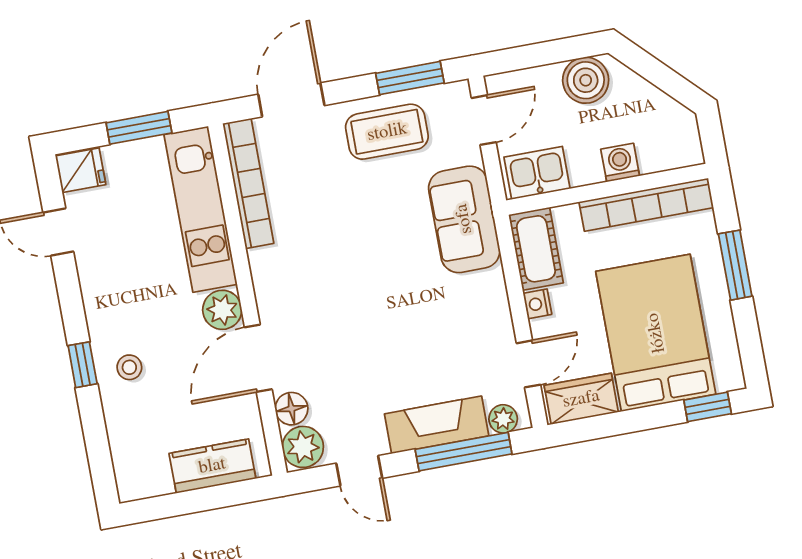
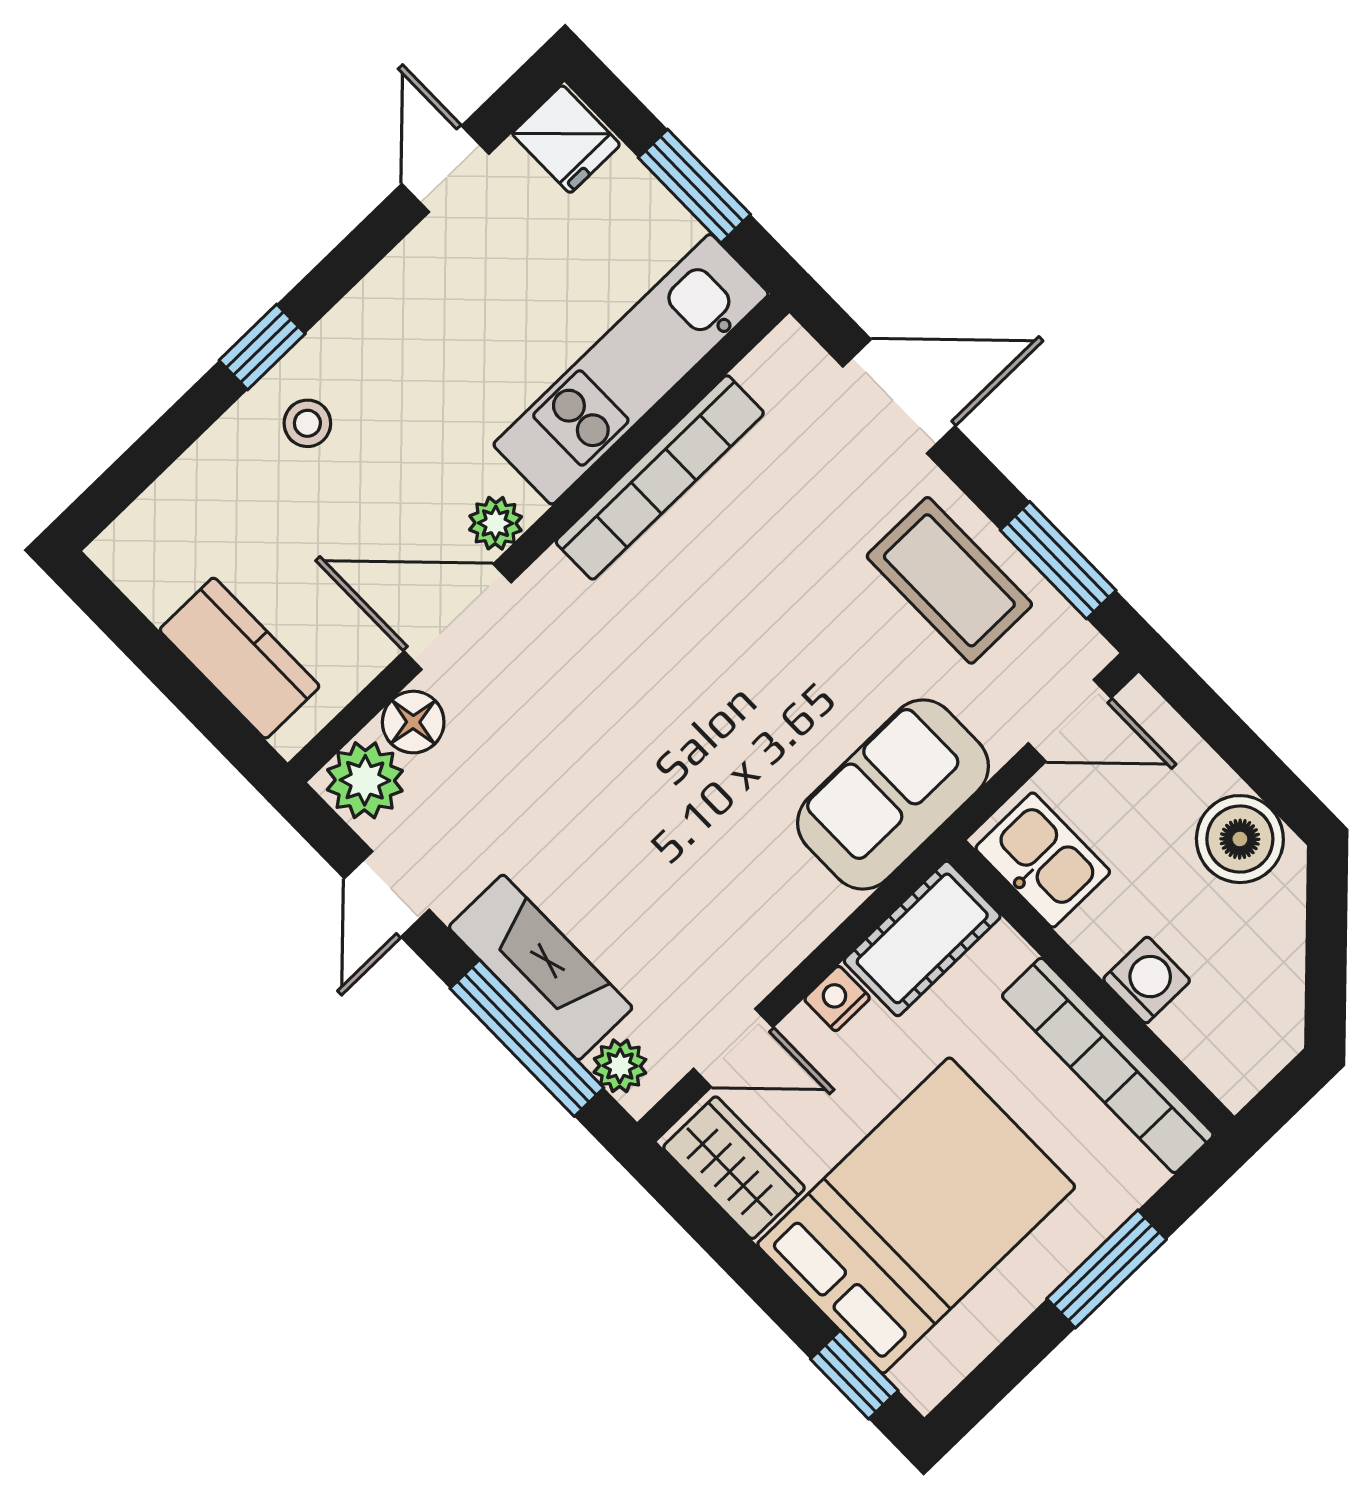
bookcase: (248, 183) -> (660, 477), moved
plant: (222, 310) -> (496, 523), width x0.73, depth x0.73

